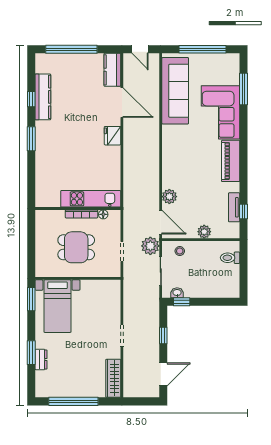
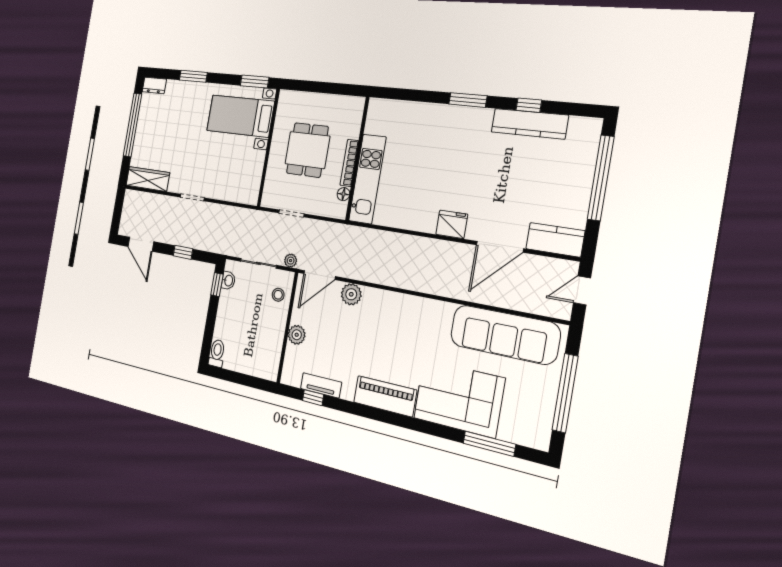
plant: (150, 246) -> (291, 261), width x0.53, depth x0.53
toilet: (230, 258) -> (217, 353), moved
dresser: (41, 360) -> (154, 85), moved

